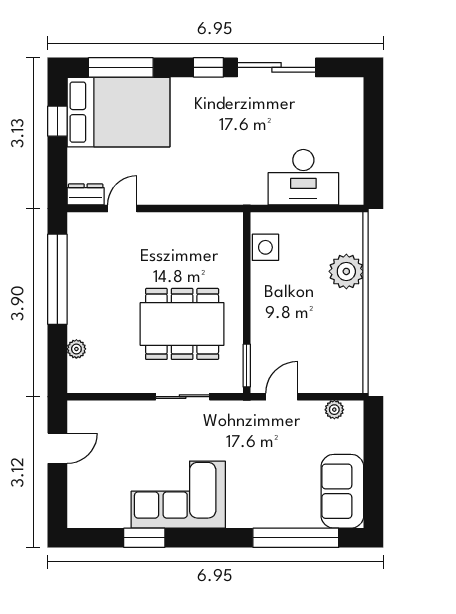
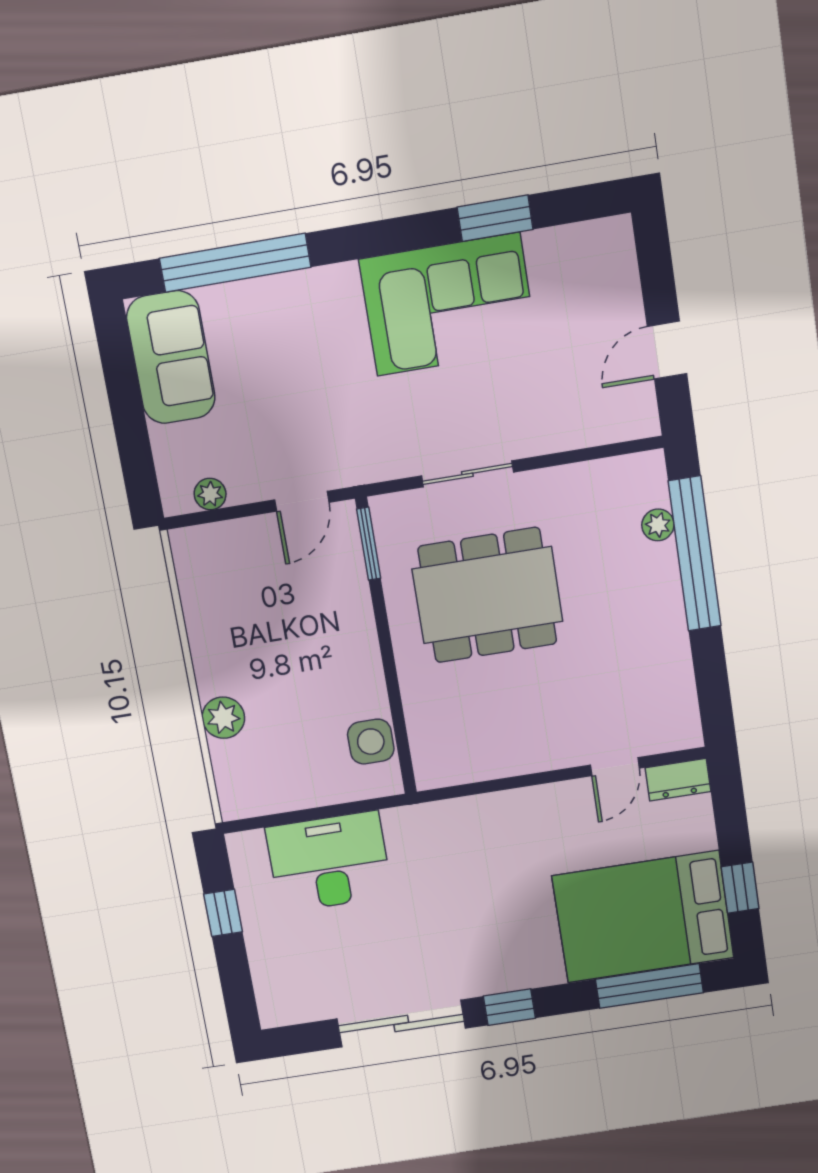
window: (373, 155) -> (223, 913), added
plant: (346, 271) -> (223, 718), width x0.73, depth x0.73
window: (57, 279) -> (695, 554), moved

